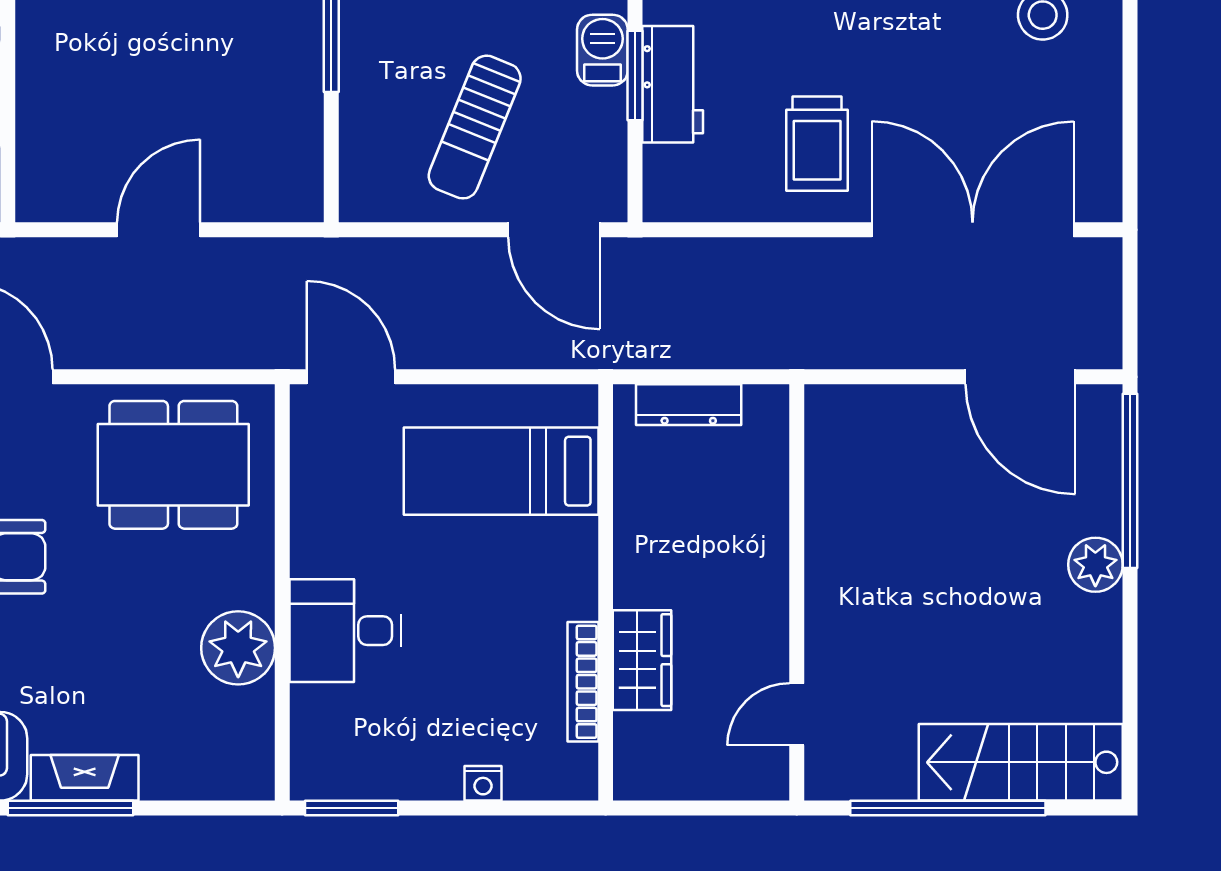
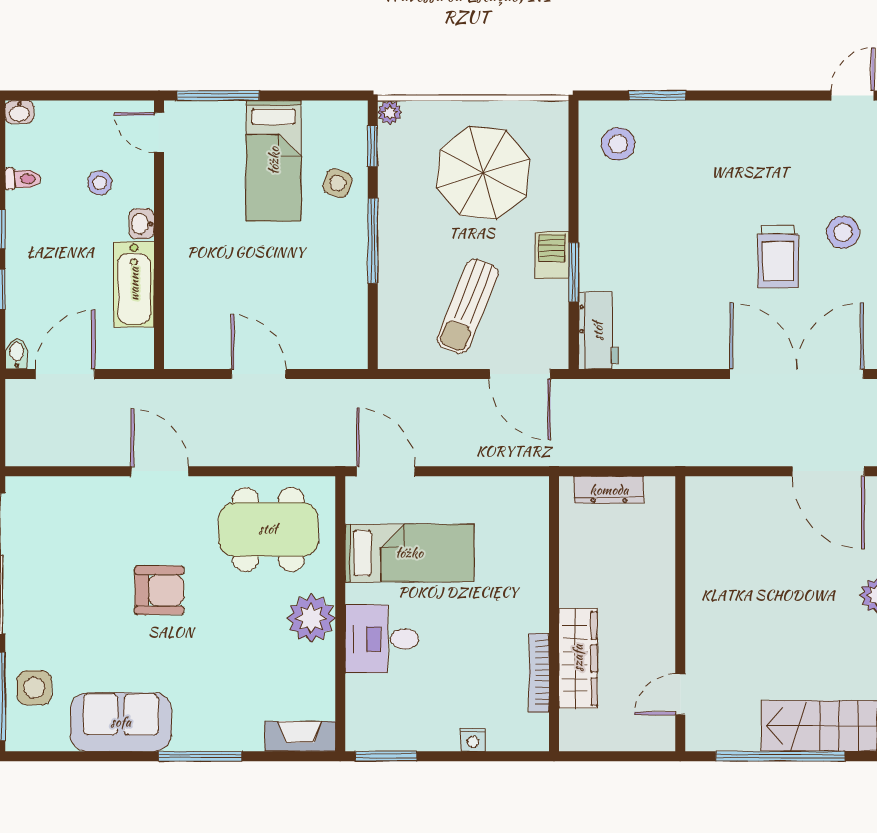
workbench: (673, 84) -> (598, 331), moved
trolley: (817, 144) -> (778, 257), moved
door: (159, 230) -> (259, 374), hinge flipped
bed: (501, 471) -> (409, 553), moved, turned 180
plant: (238, 648) -> (311, 618), moved
wardrobe: (642, 660) -> (578, 658), width x1.50
fireplace: (85, 778) -> (300, 736), moved

